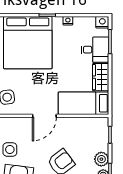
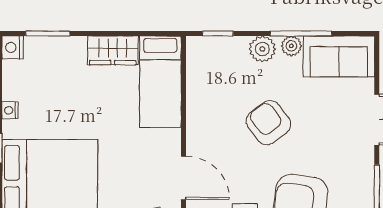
desk: (95, 50) -> (63, 61), removed
door: (44, 116) -> (183, 178), moved

